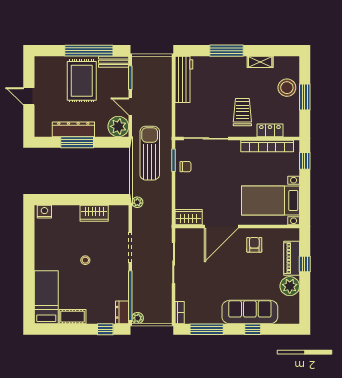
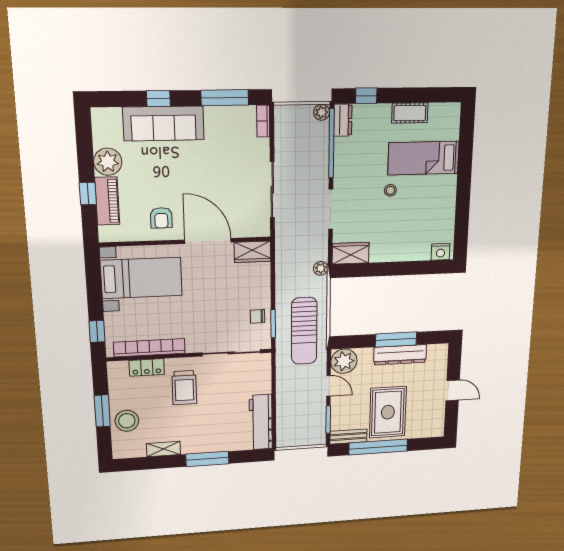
wardrobe: (94, 213) -> (350, 253), moved
door: (221, 226) -> (208, 241), hinge flipped
bed: (46, 297) -> (424, 158), moved, turned 90

